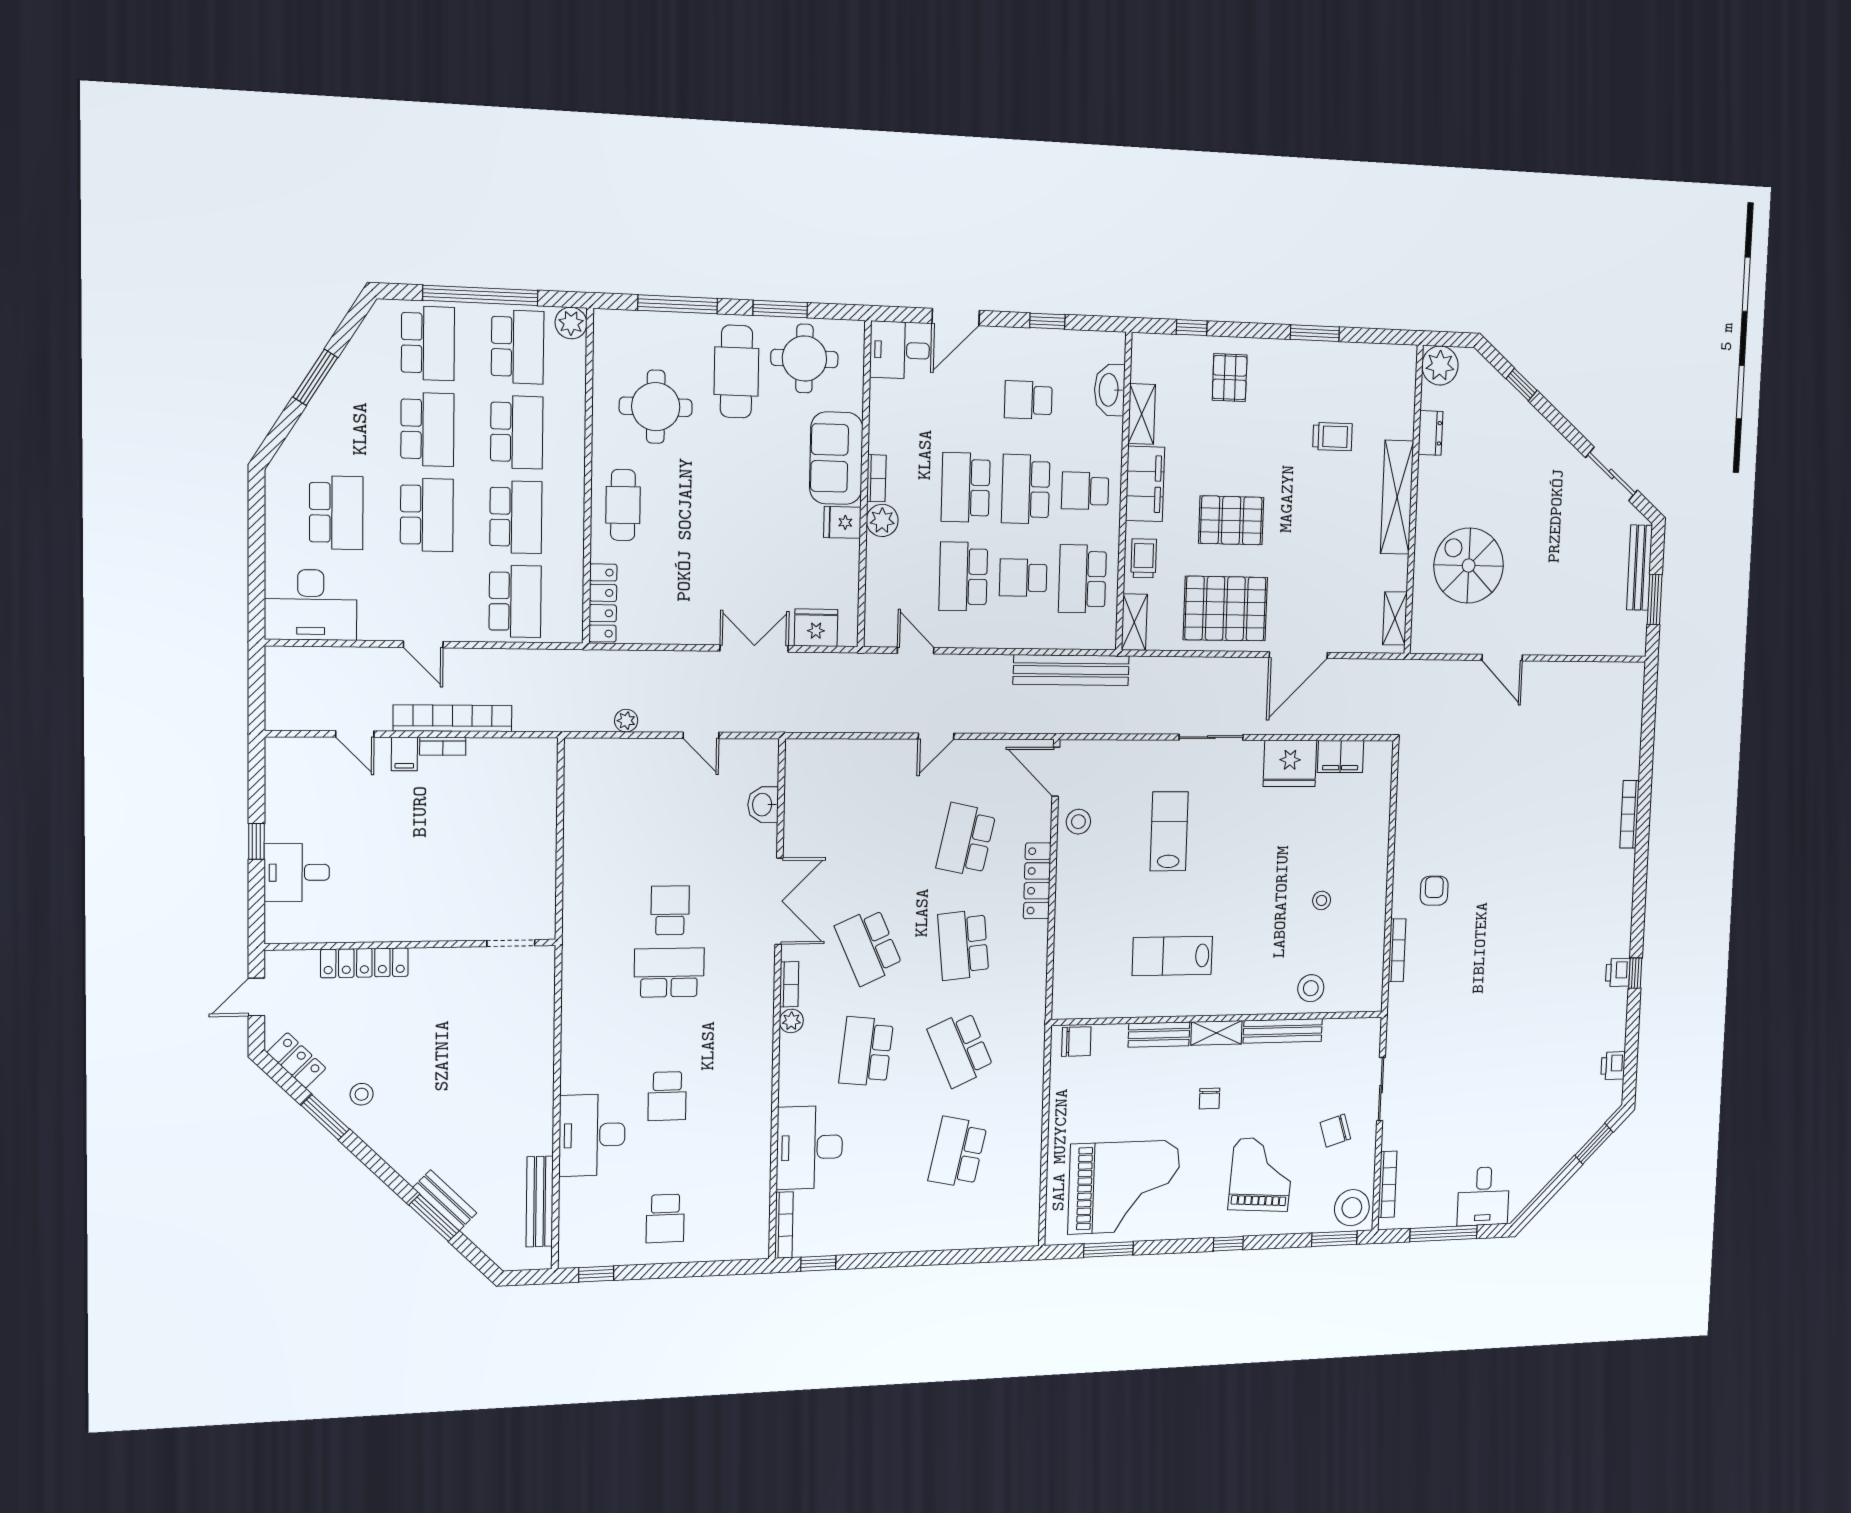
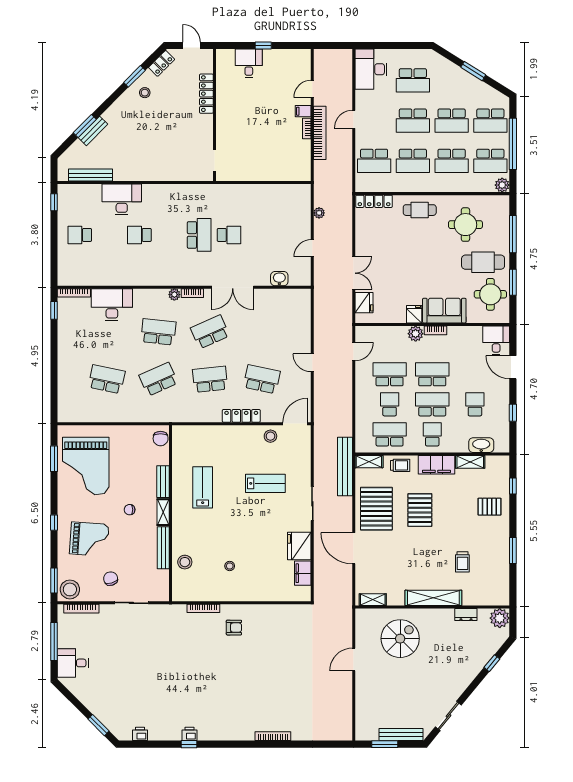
bench: (1071, 670) -> (345, 466), moved

